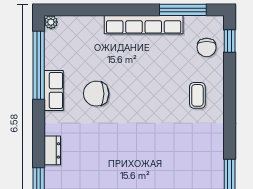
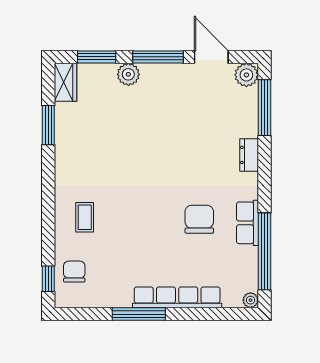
window: (183, 10) -> (139, 314), moved
row of seats: (144, 25) -> (177, 297), moved
chair: (96, 94) -> (199, 219), turned -90

